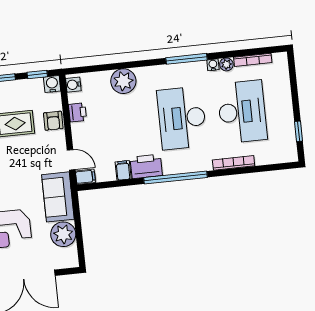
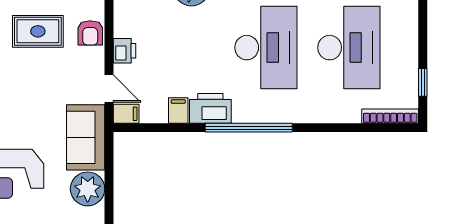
printer: (77, 112) -> (124, 51), moved
desk: (182, 118) -> (266, 48), turned 180
bookcase: (234, 163) -> (390, 116), moved

